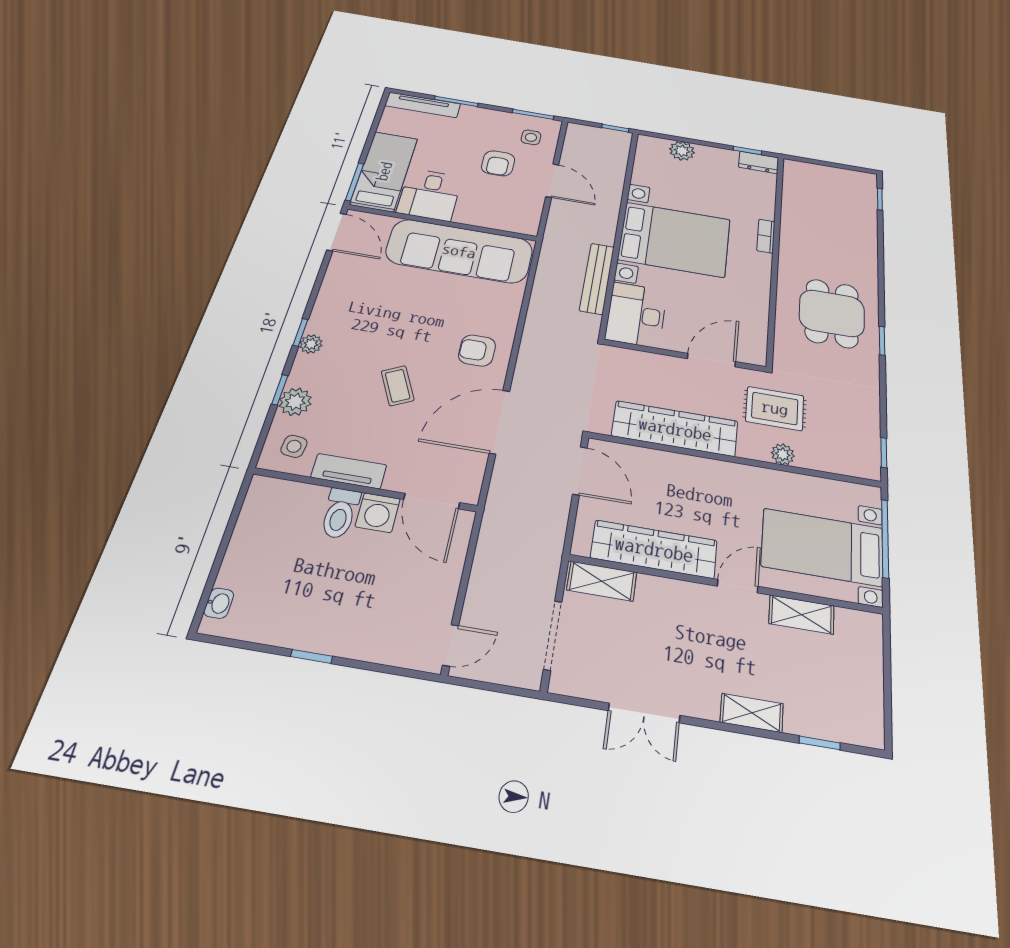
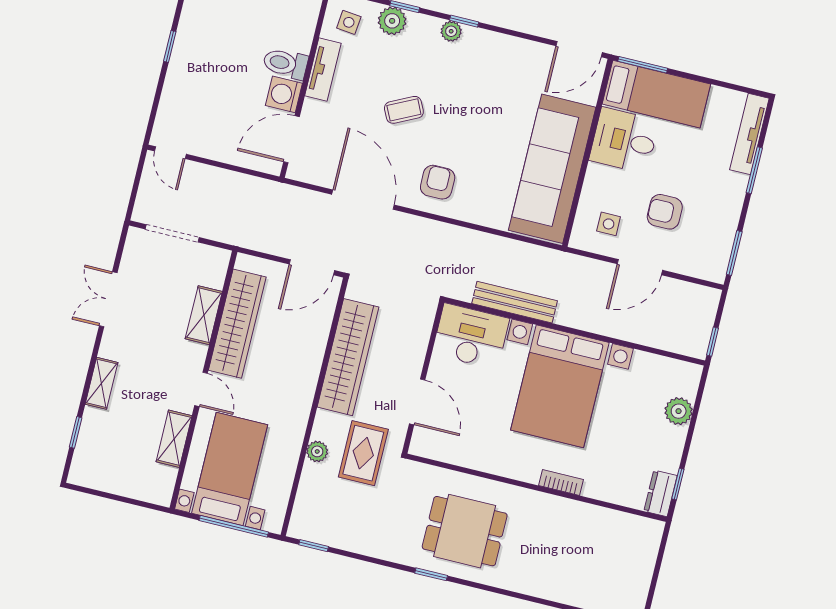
side table: (531, 137) -> (609, 224), moved
shelving: (602, 581) -> (204, 315), moved

